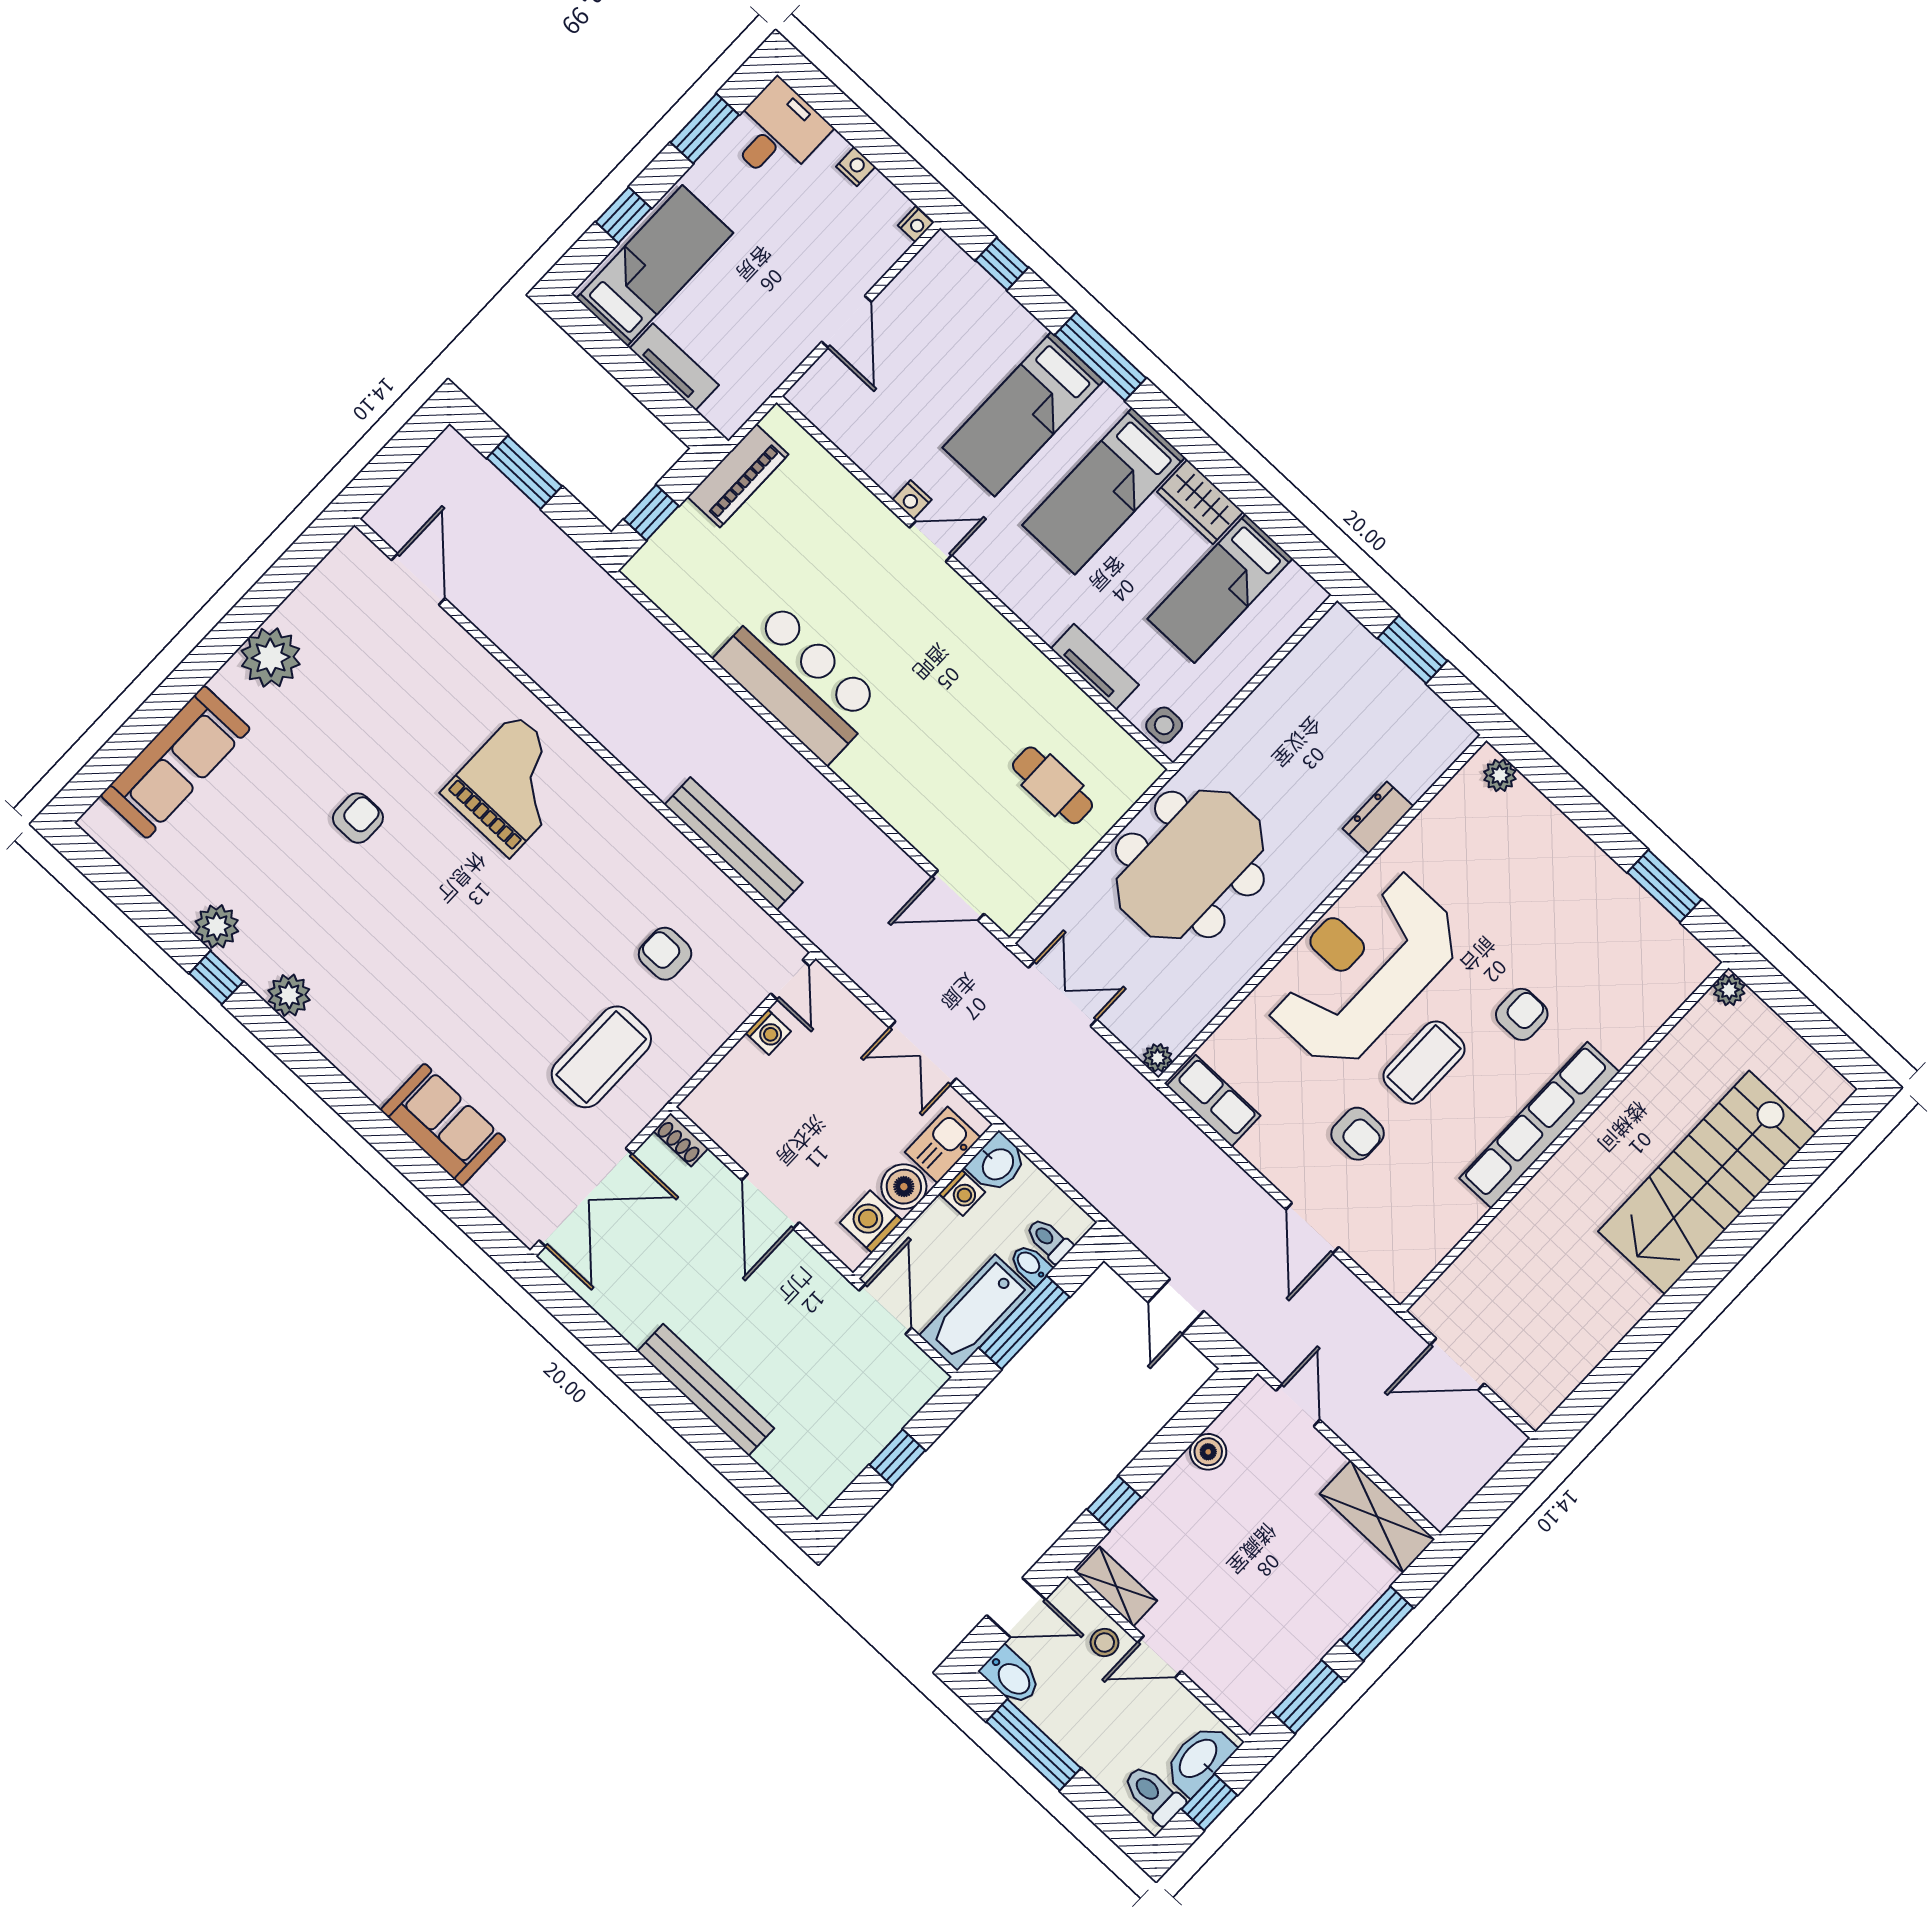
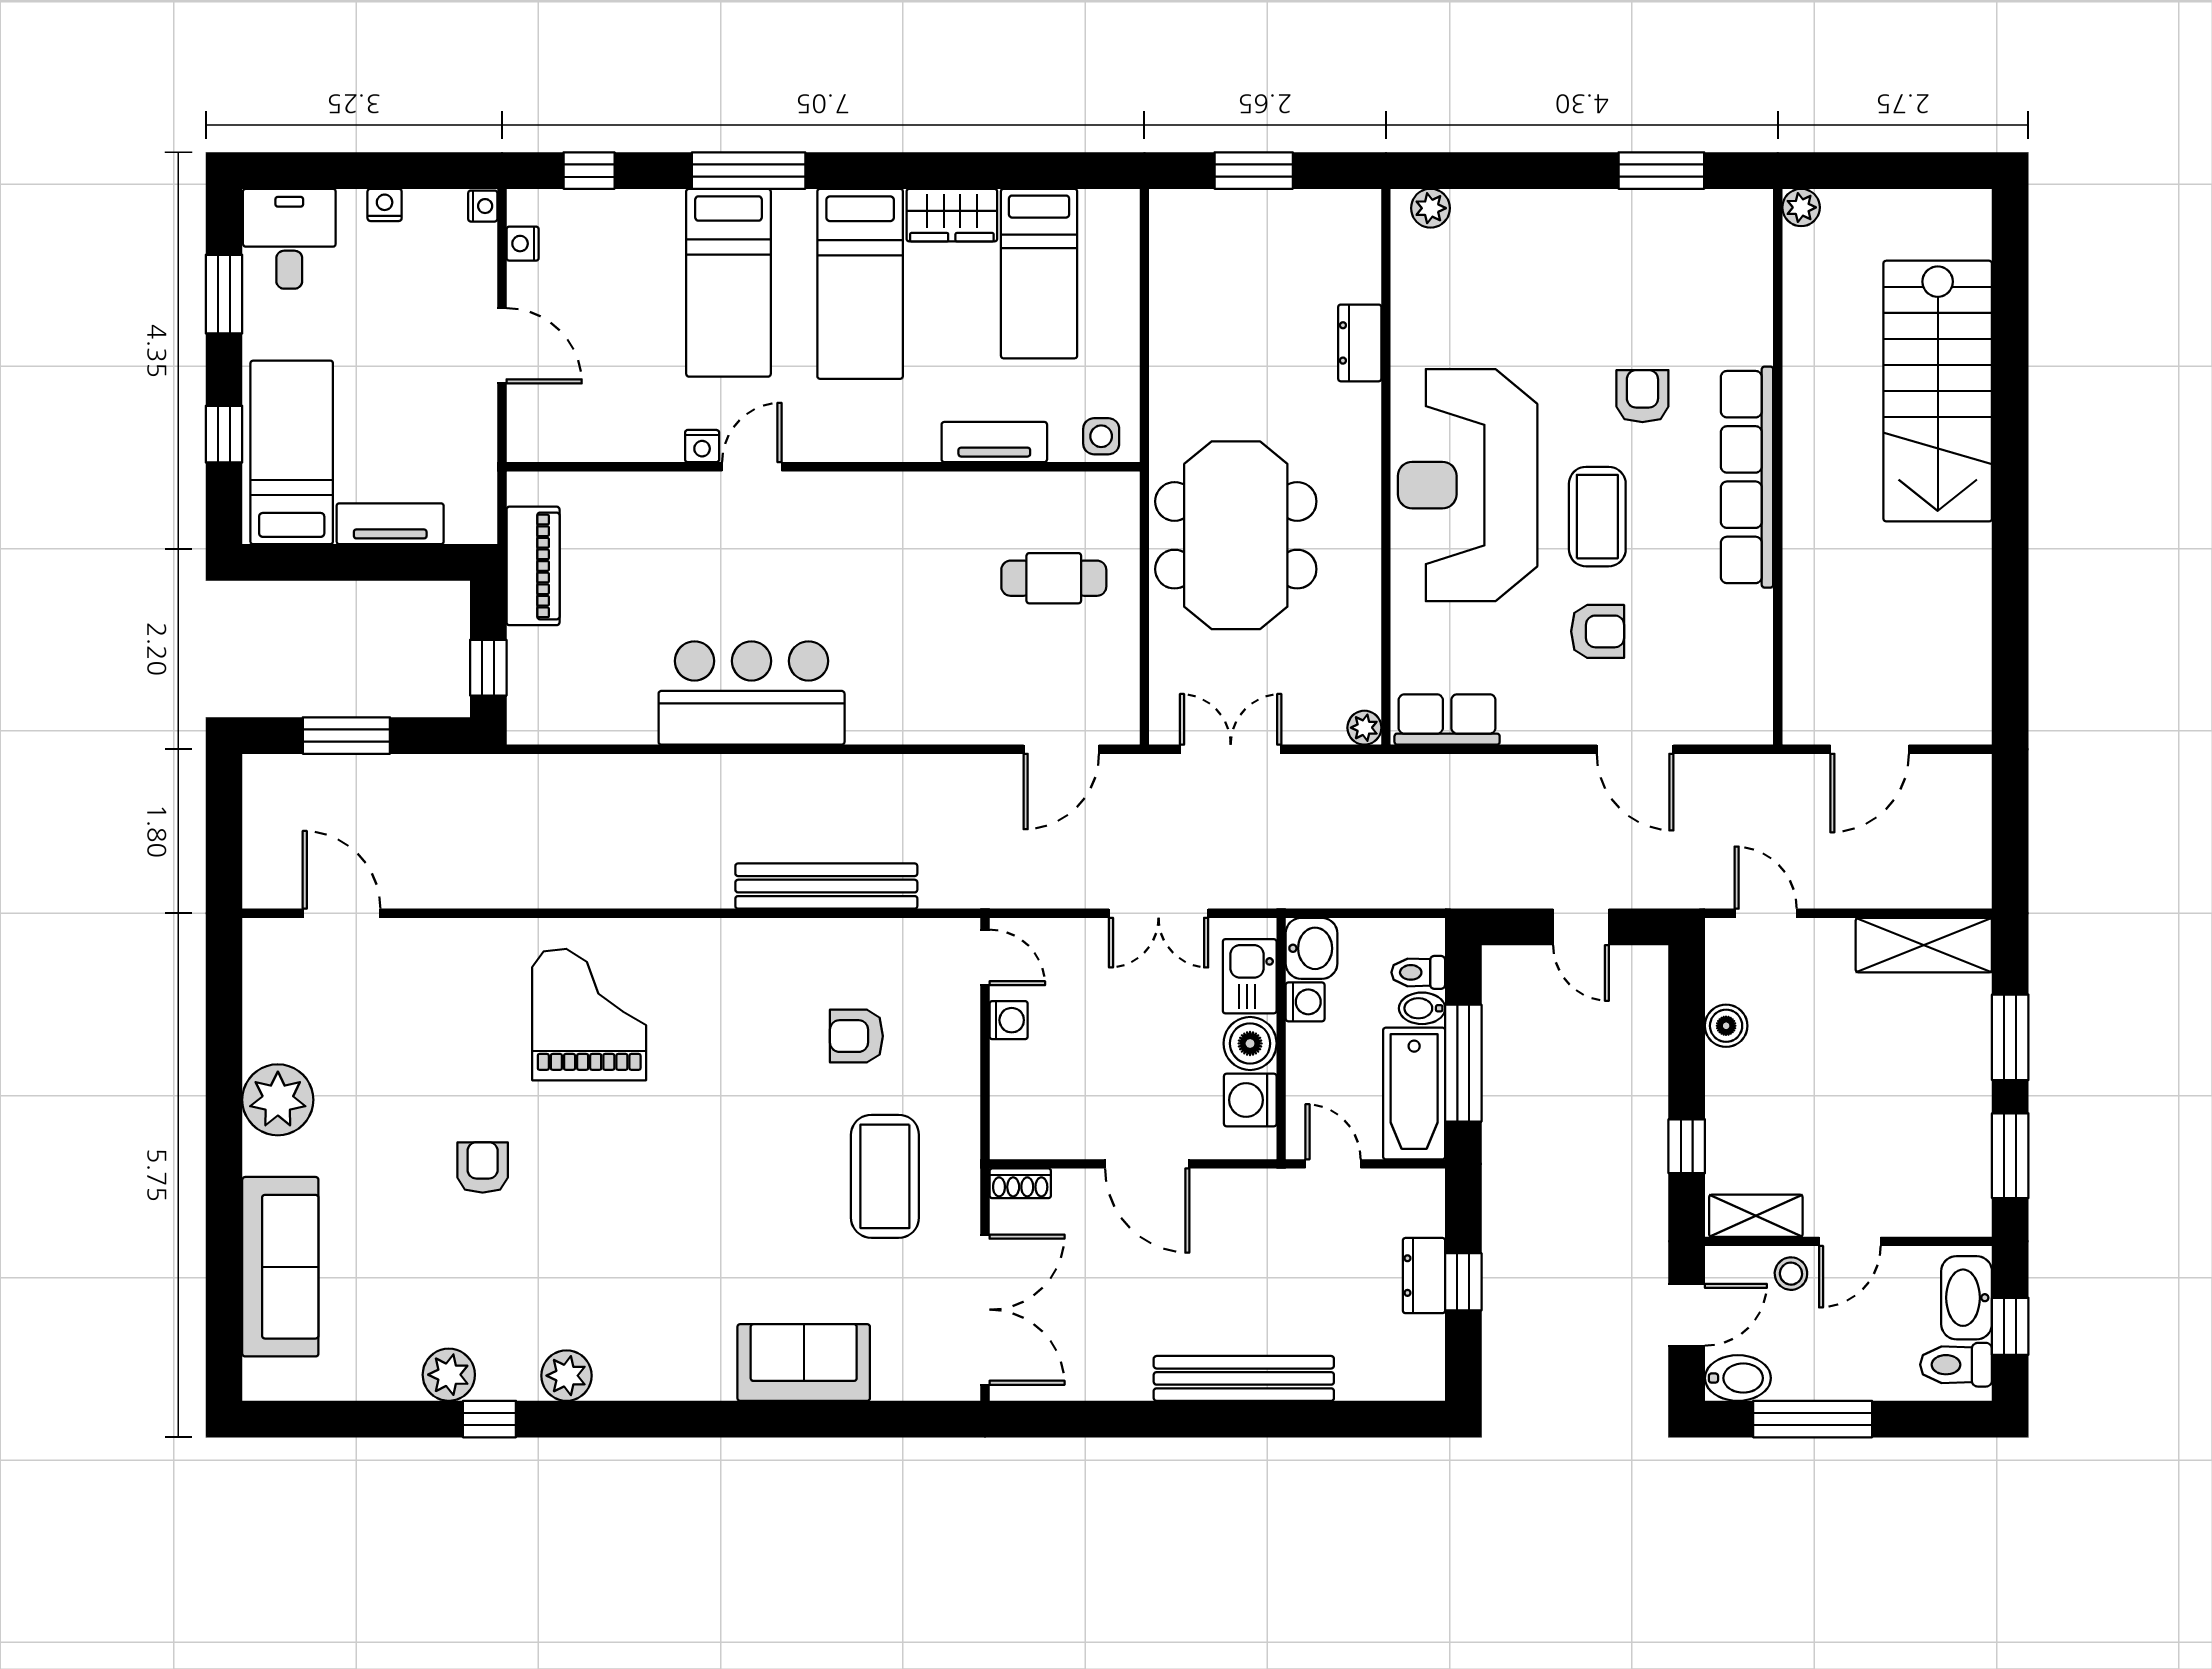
nightstand: (919, 271) -> (523, 244), added
door: (885, 1309) -> (1333, 1164), width x0.73
dresser: (877, 1431) -> (1424, 1276), added

